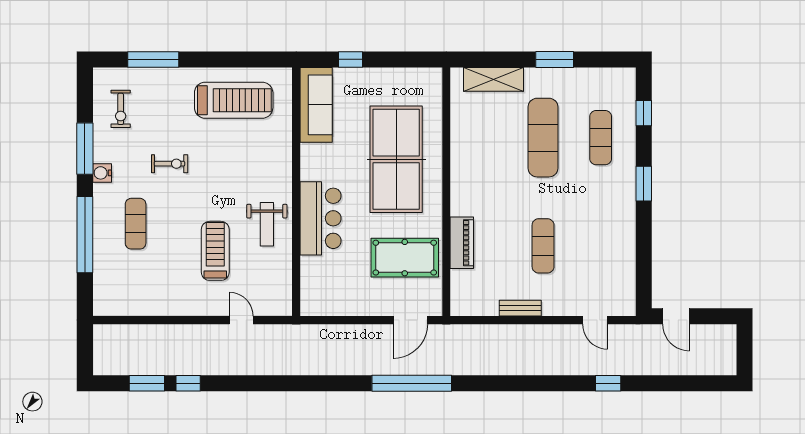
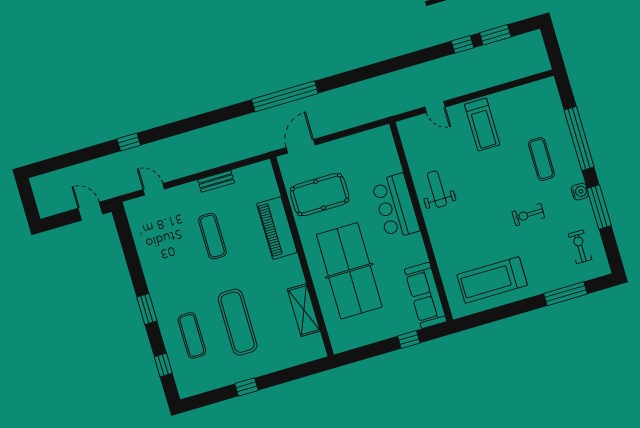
window: (555, 59) -> (247, 387), width x0.67
shelving: (494, 79) -> (304, 310), moved, turned 90
piano: (462, 243) -> (277, 228), width x1.37, depth x1.33
treadmill: (215, 251) -> (482, 125), moved

